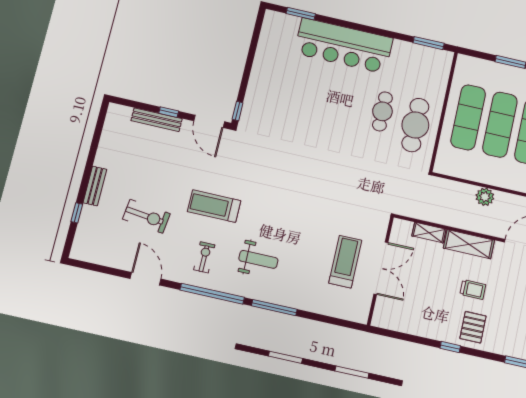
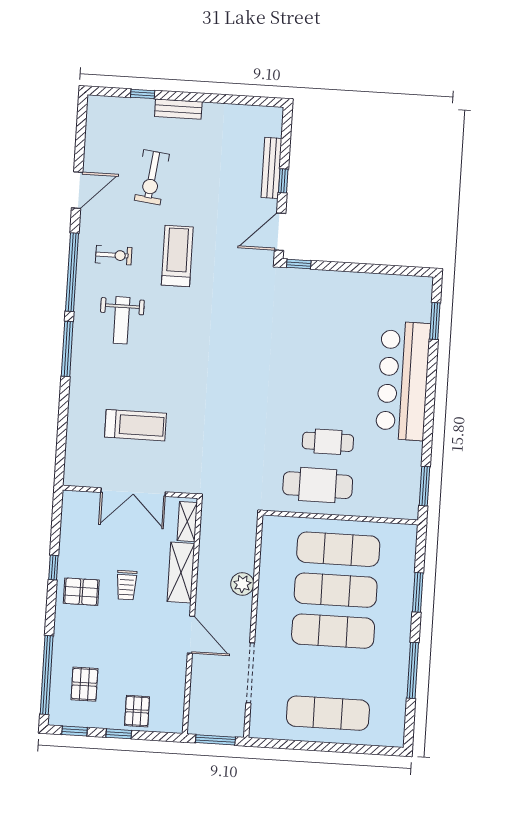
double door: (381, 268) -> (133, 492), moved
wall: (380, 271) -> (130, 492), moved

